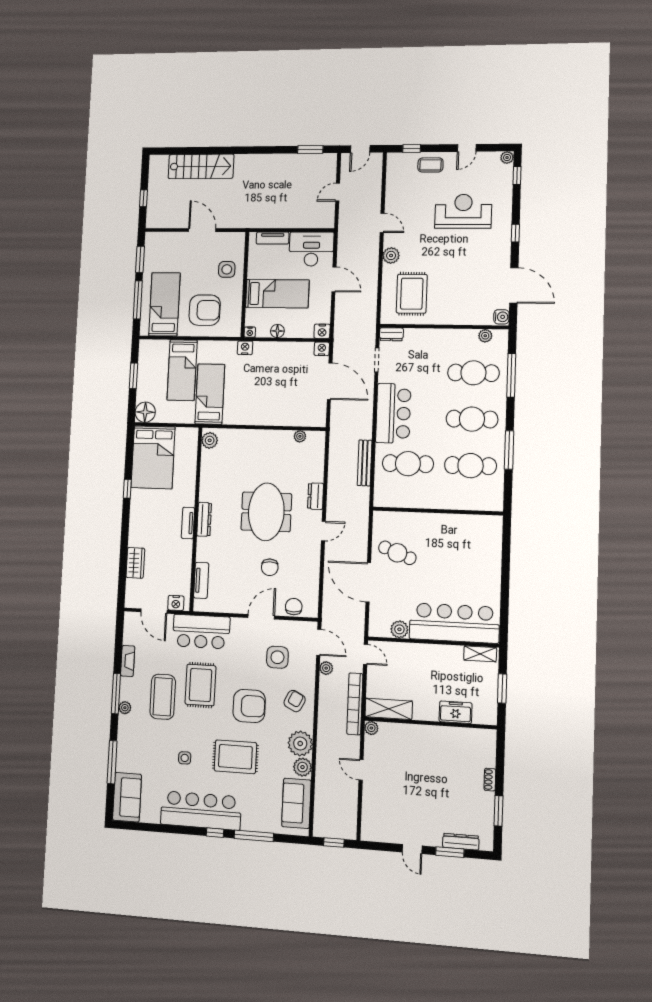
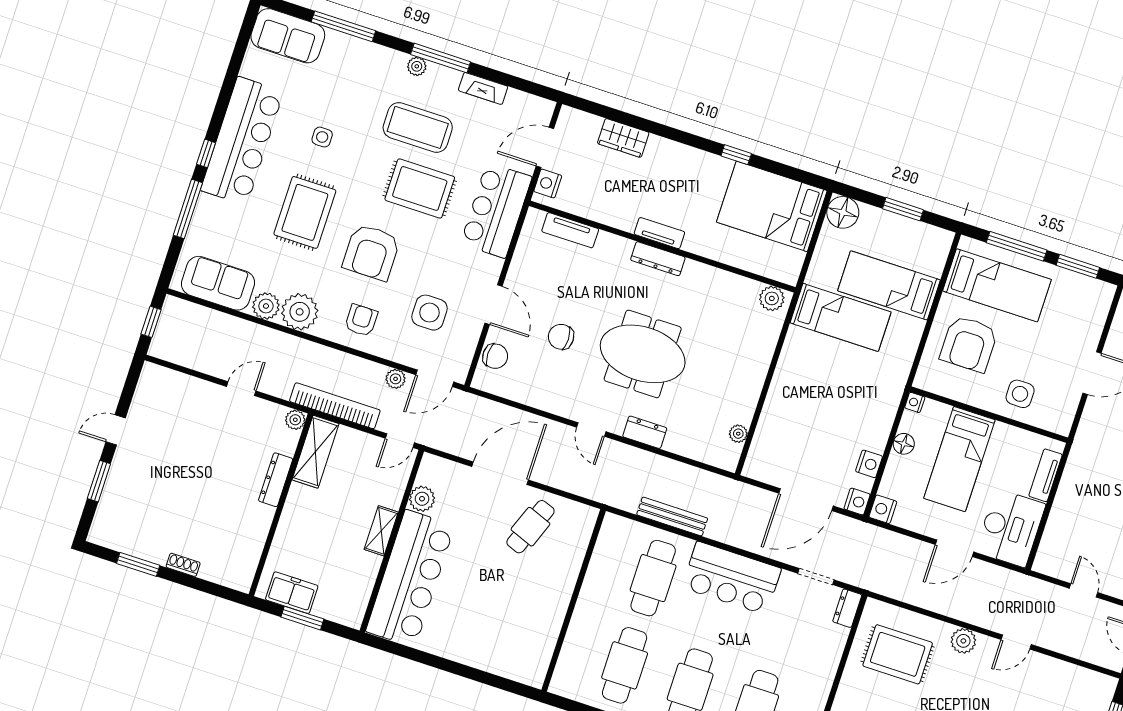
nightstand: (245, 348) -> (869, 464), moved
shelving: (480, 654) -> (381, 531), moved
armchair: (295, 701) -> (361, 320), turned -117
freezer: (456, 712) -> (292, 593), moved, turned -90
dresser: (461, 842) -> (276, 480), moved, turned 180

